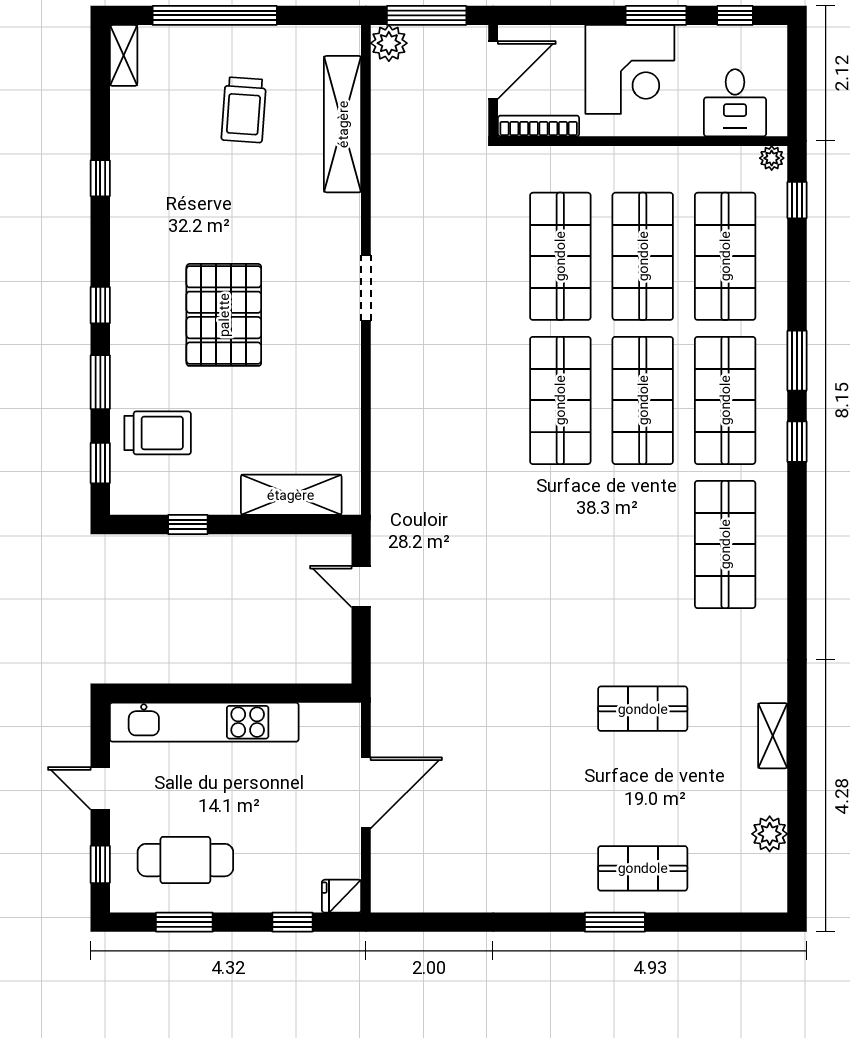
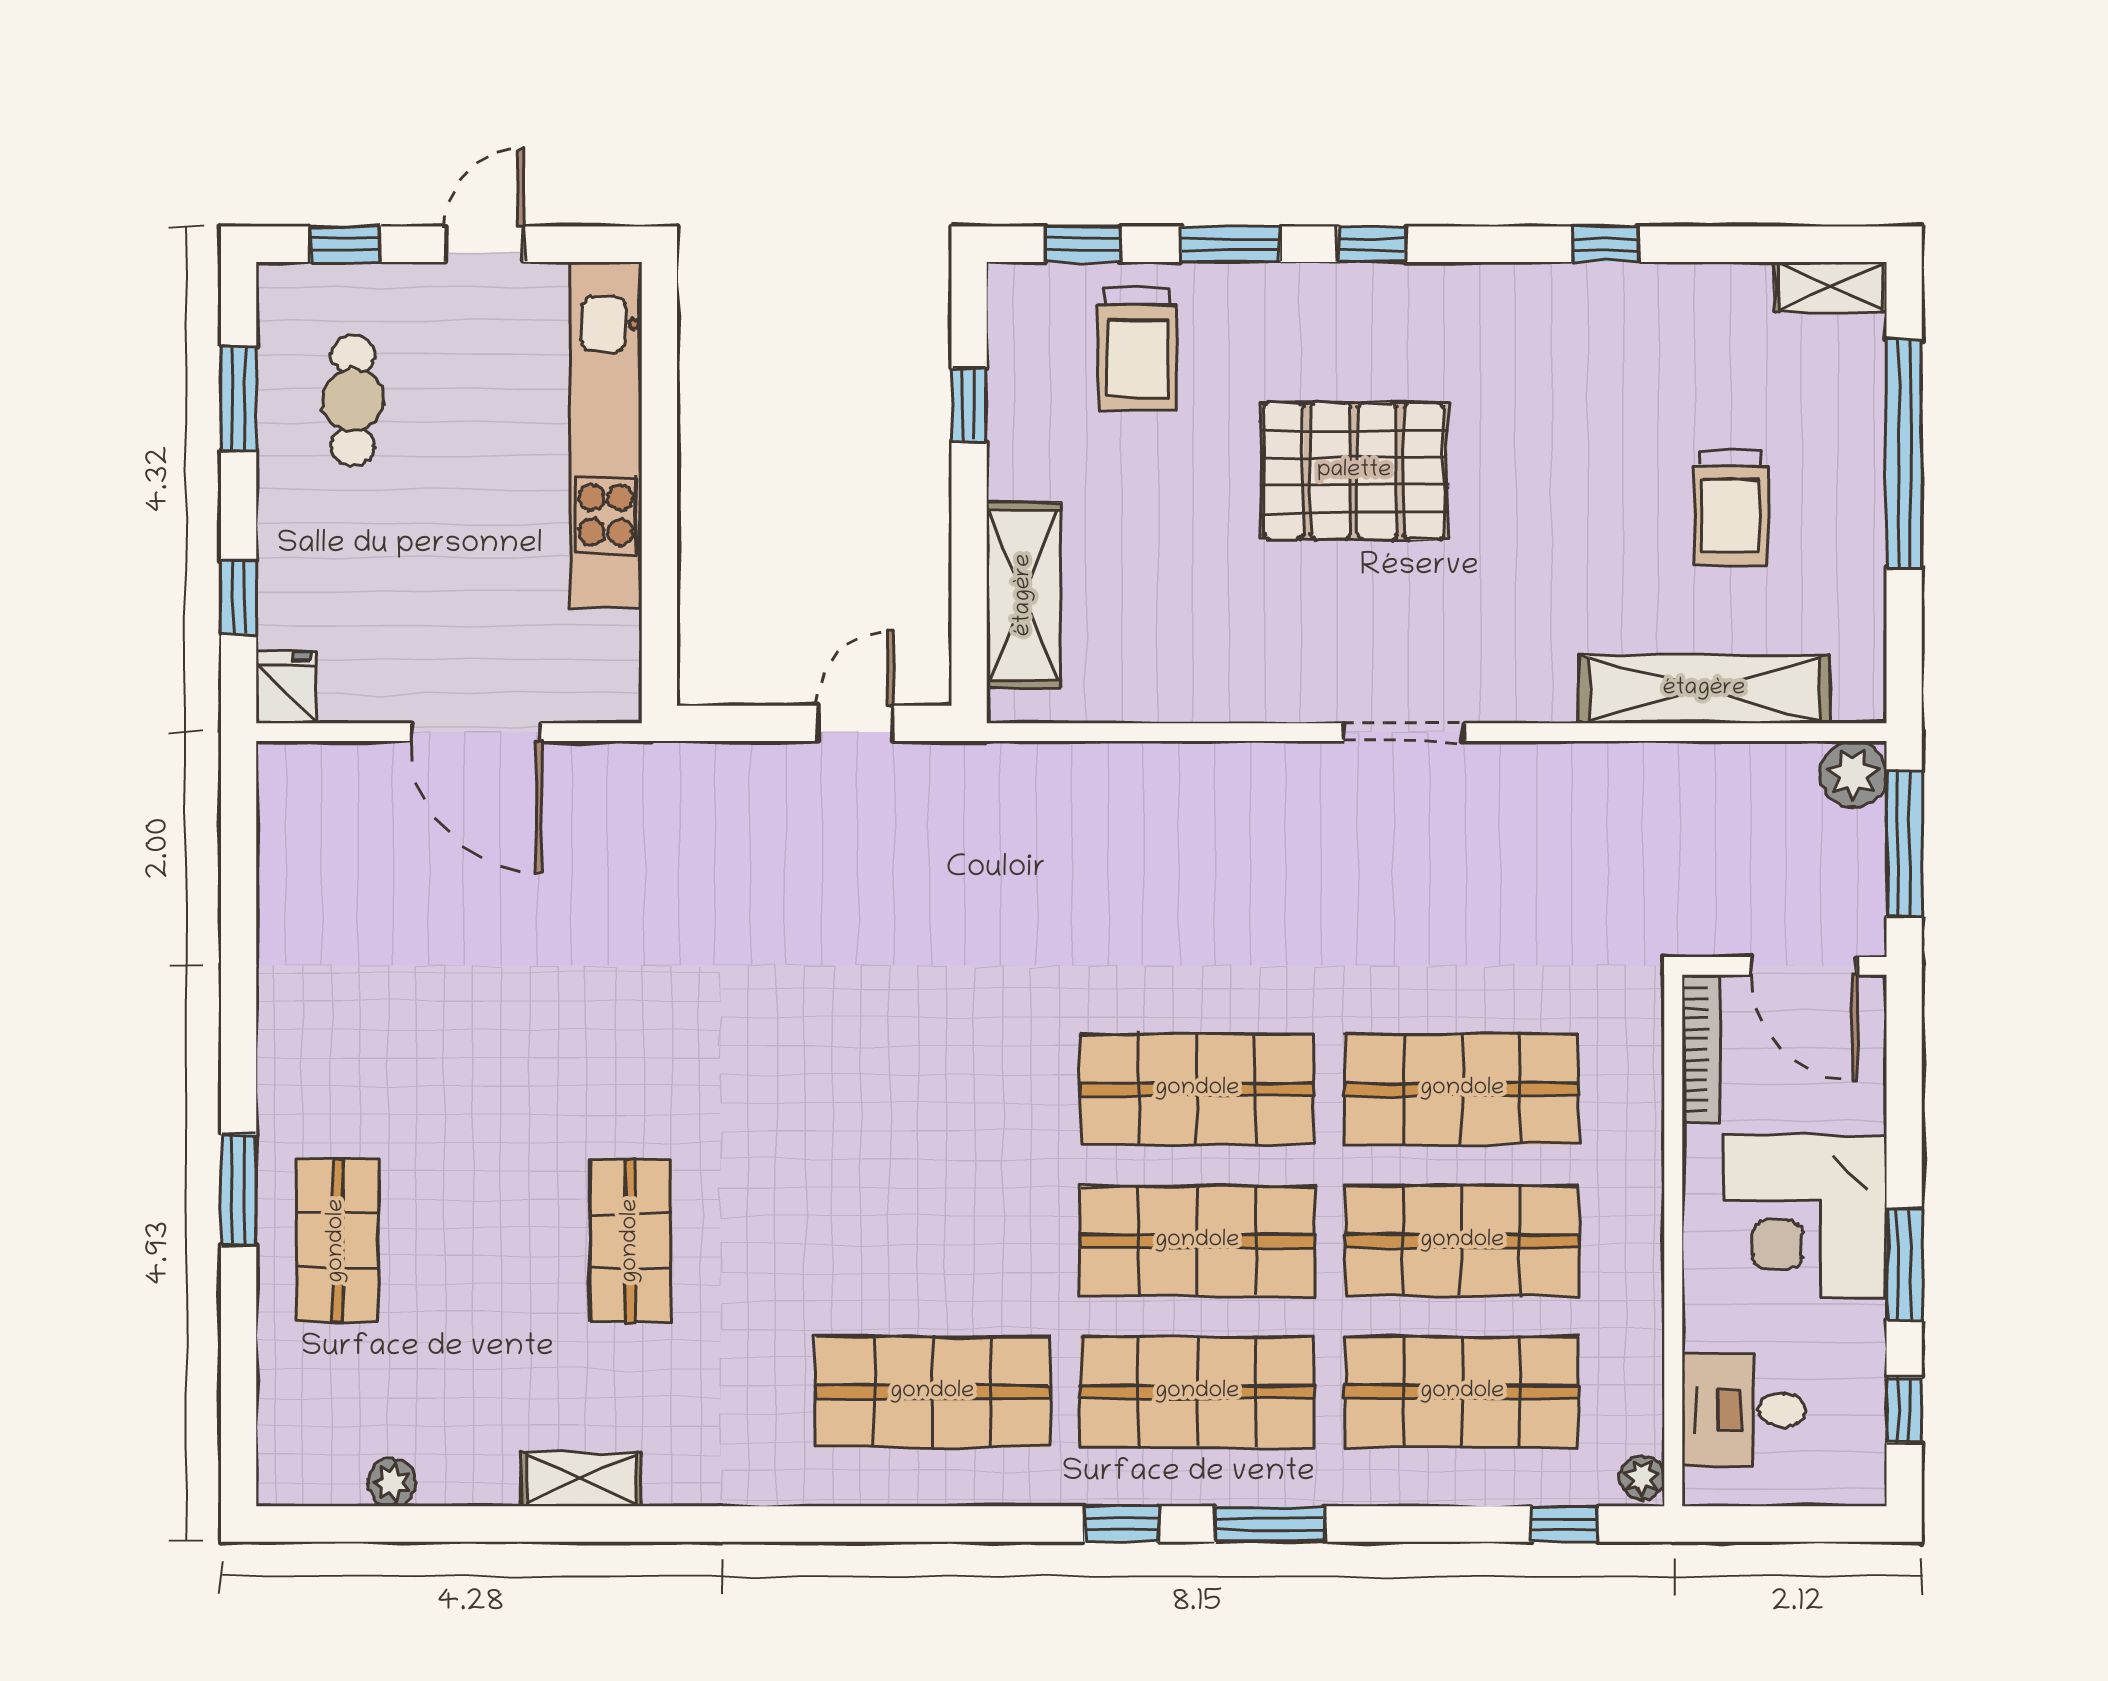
trolley: (244, 110) -> (1731, 508), turned -94
plant: (770, 834) -> (392, 1483), width x0.73, depth x0.73
cafe table: (185, 860) -> (353, 401), width x0.73, depth x0.74

